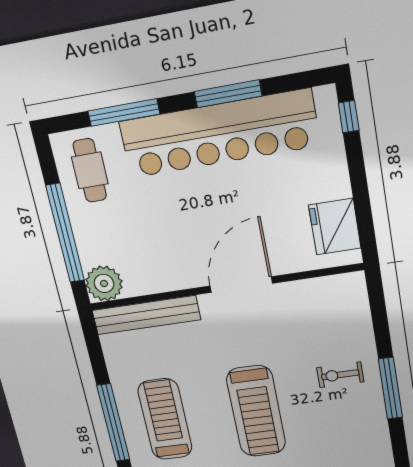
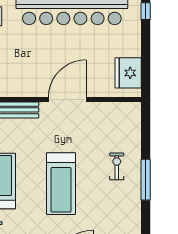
exercise bike: (340, 375) -> (117, 166), turned 90

